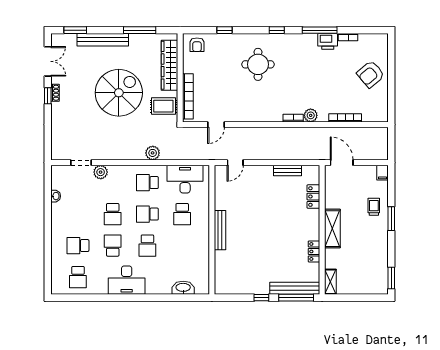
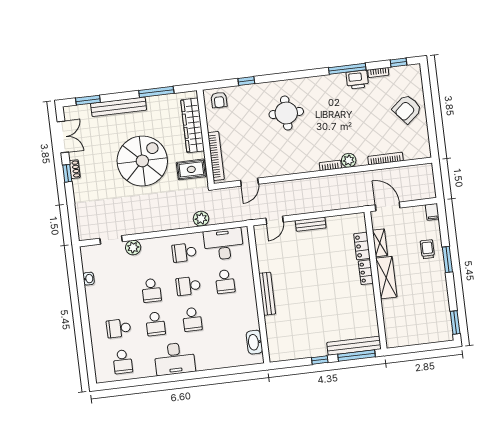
window: (277, 30) -> (398, 63), moved
plant: (153, 153) -> (201, 219), moved
bench: (287, 170) -> (311, 224), moved
school desk: (113, 246) -> (155, 324), turned 180
locker: (314, 251) -> (366, 272), moved
shelving: (330, 282) -> (380, 243), moved
washbasin: (183, 288) -> (254, 342), moved, turned -90

